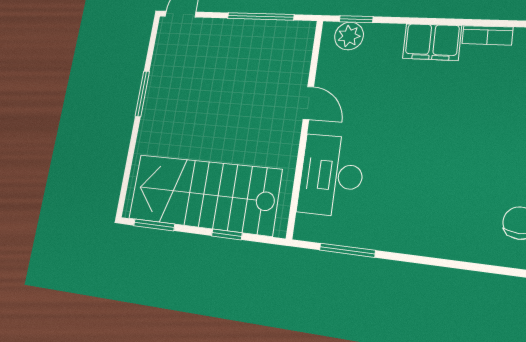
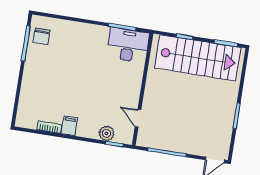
plant: (349, 36) -> (107, 133), moved
filing cabinet: (432, 42) -> (69, 126), width x0.50
door: (308, 103) -> (138, 118), moved
desk: (331, 175) -> (128, 45), moved, turned -90

